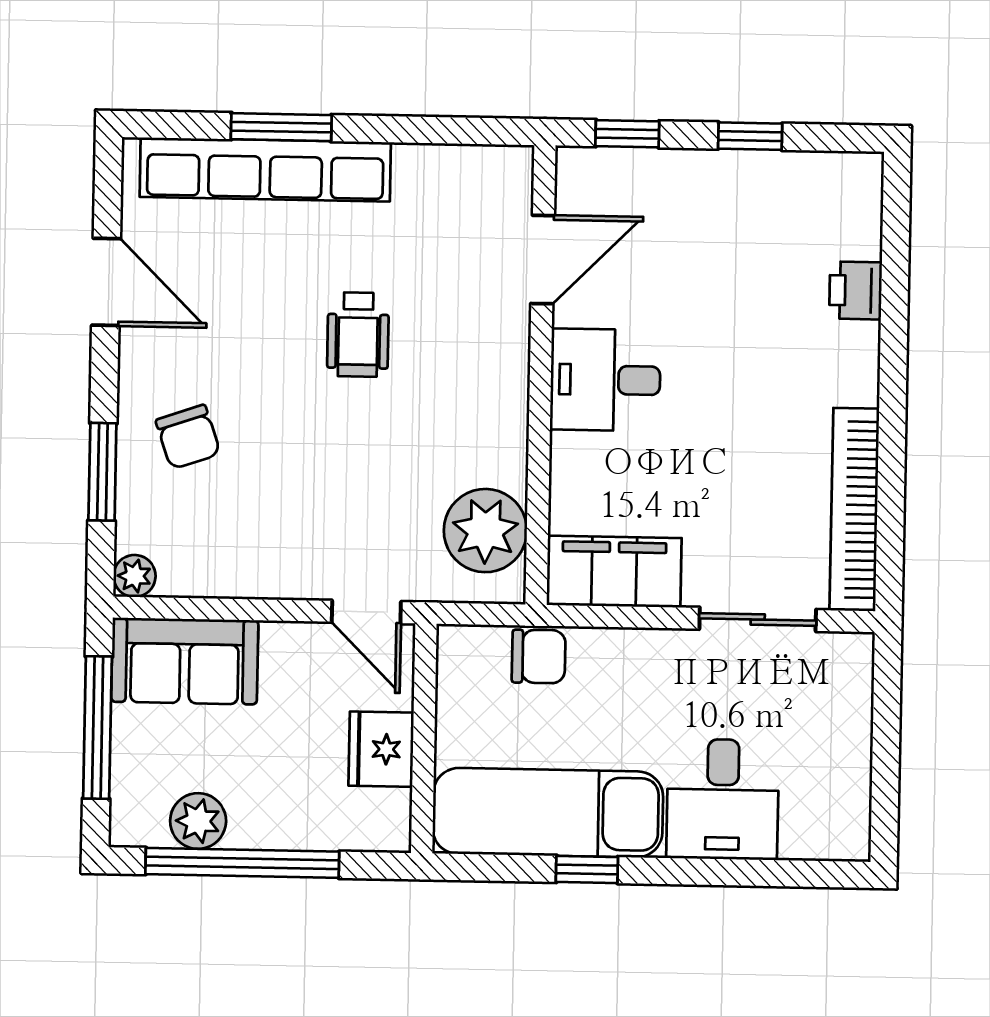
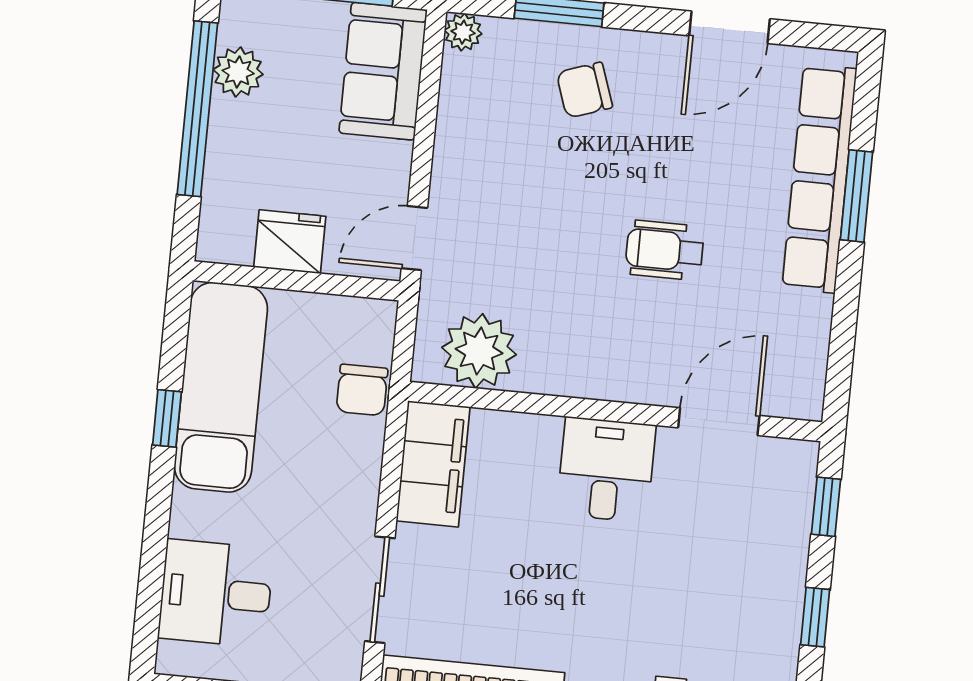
door: (543, 260) -> (719, 422), swing flipped
desk: (723, 799) -> (216, 593), moved

